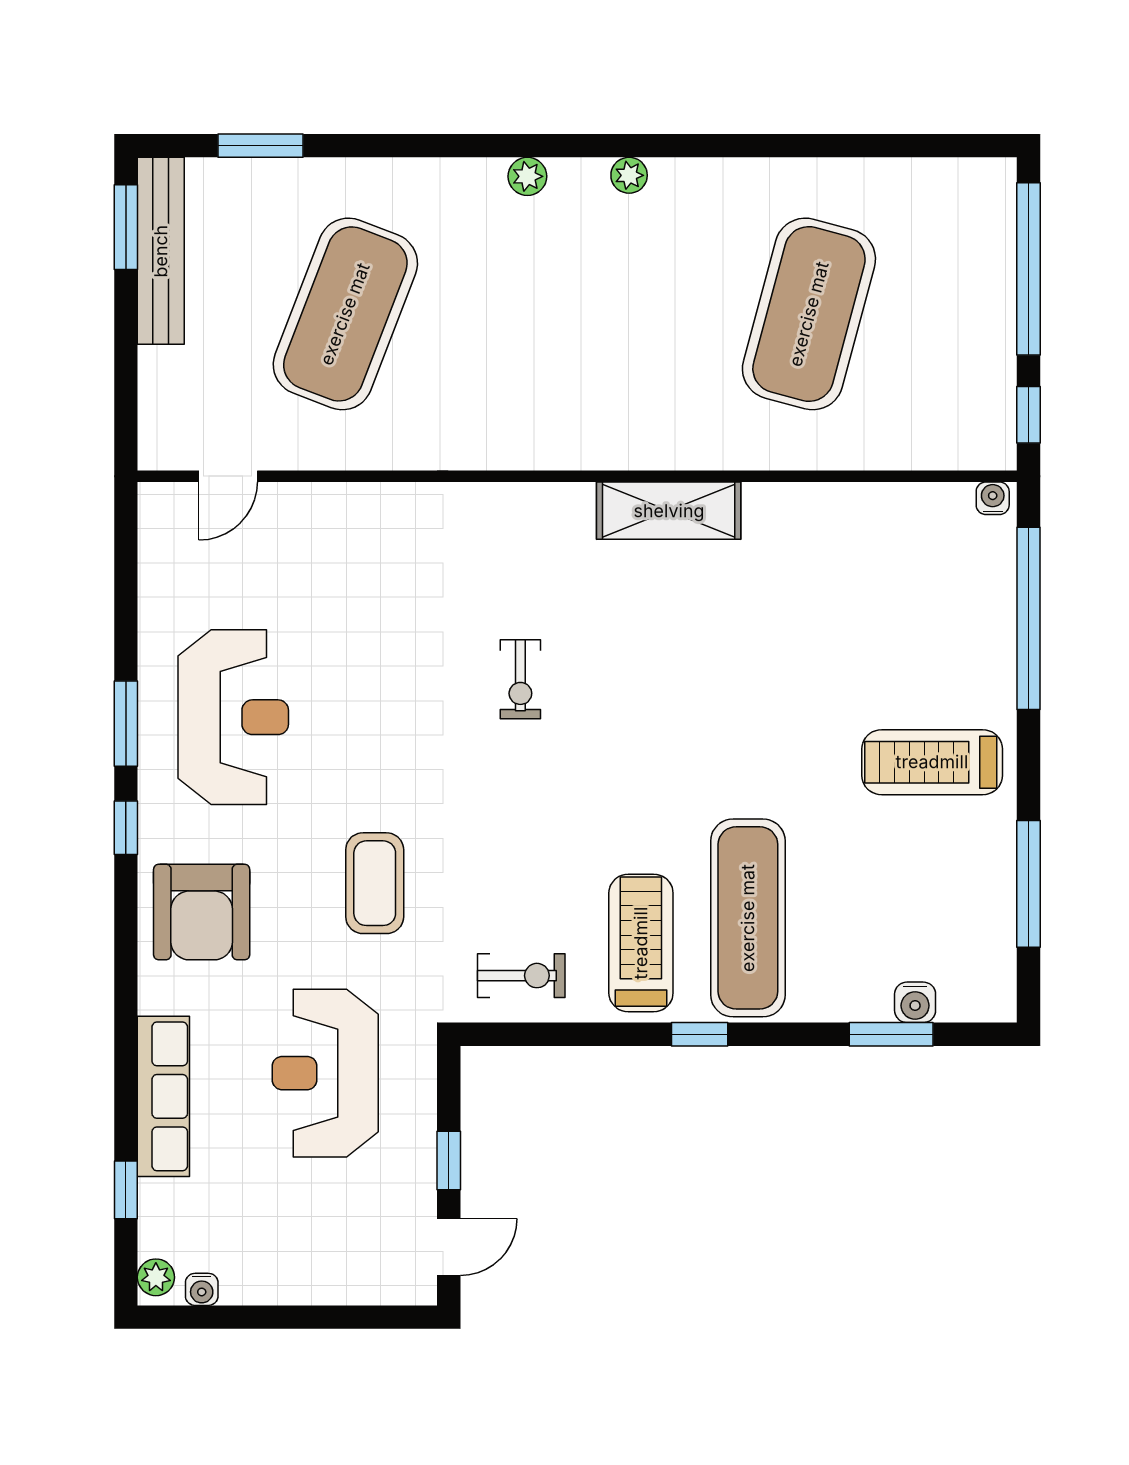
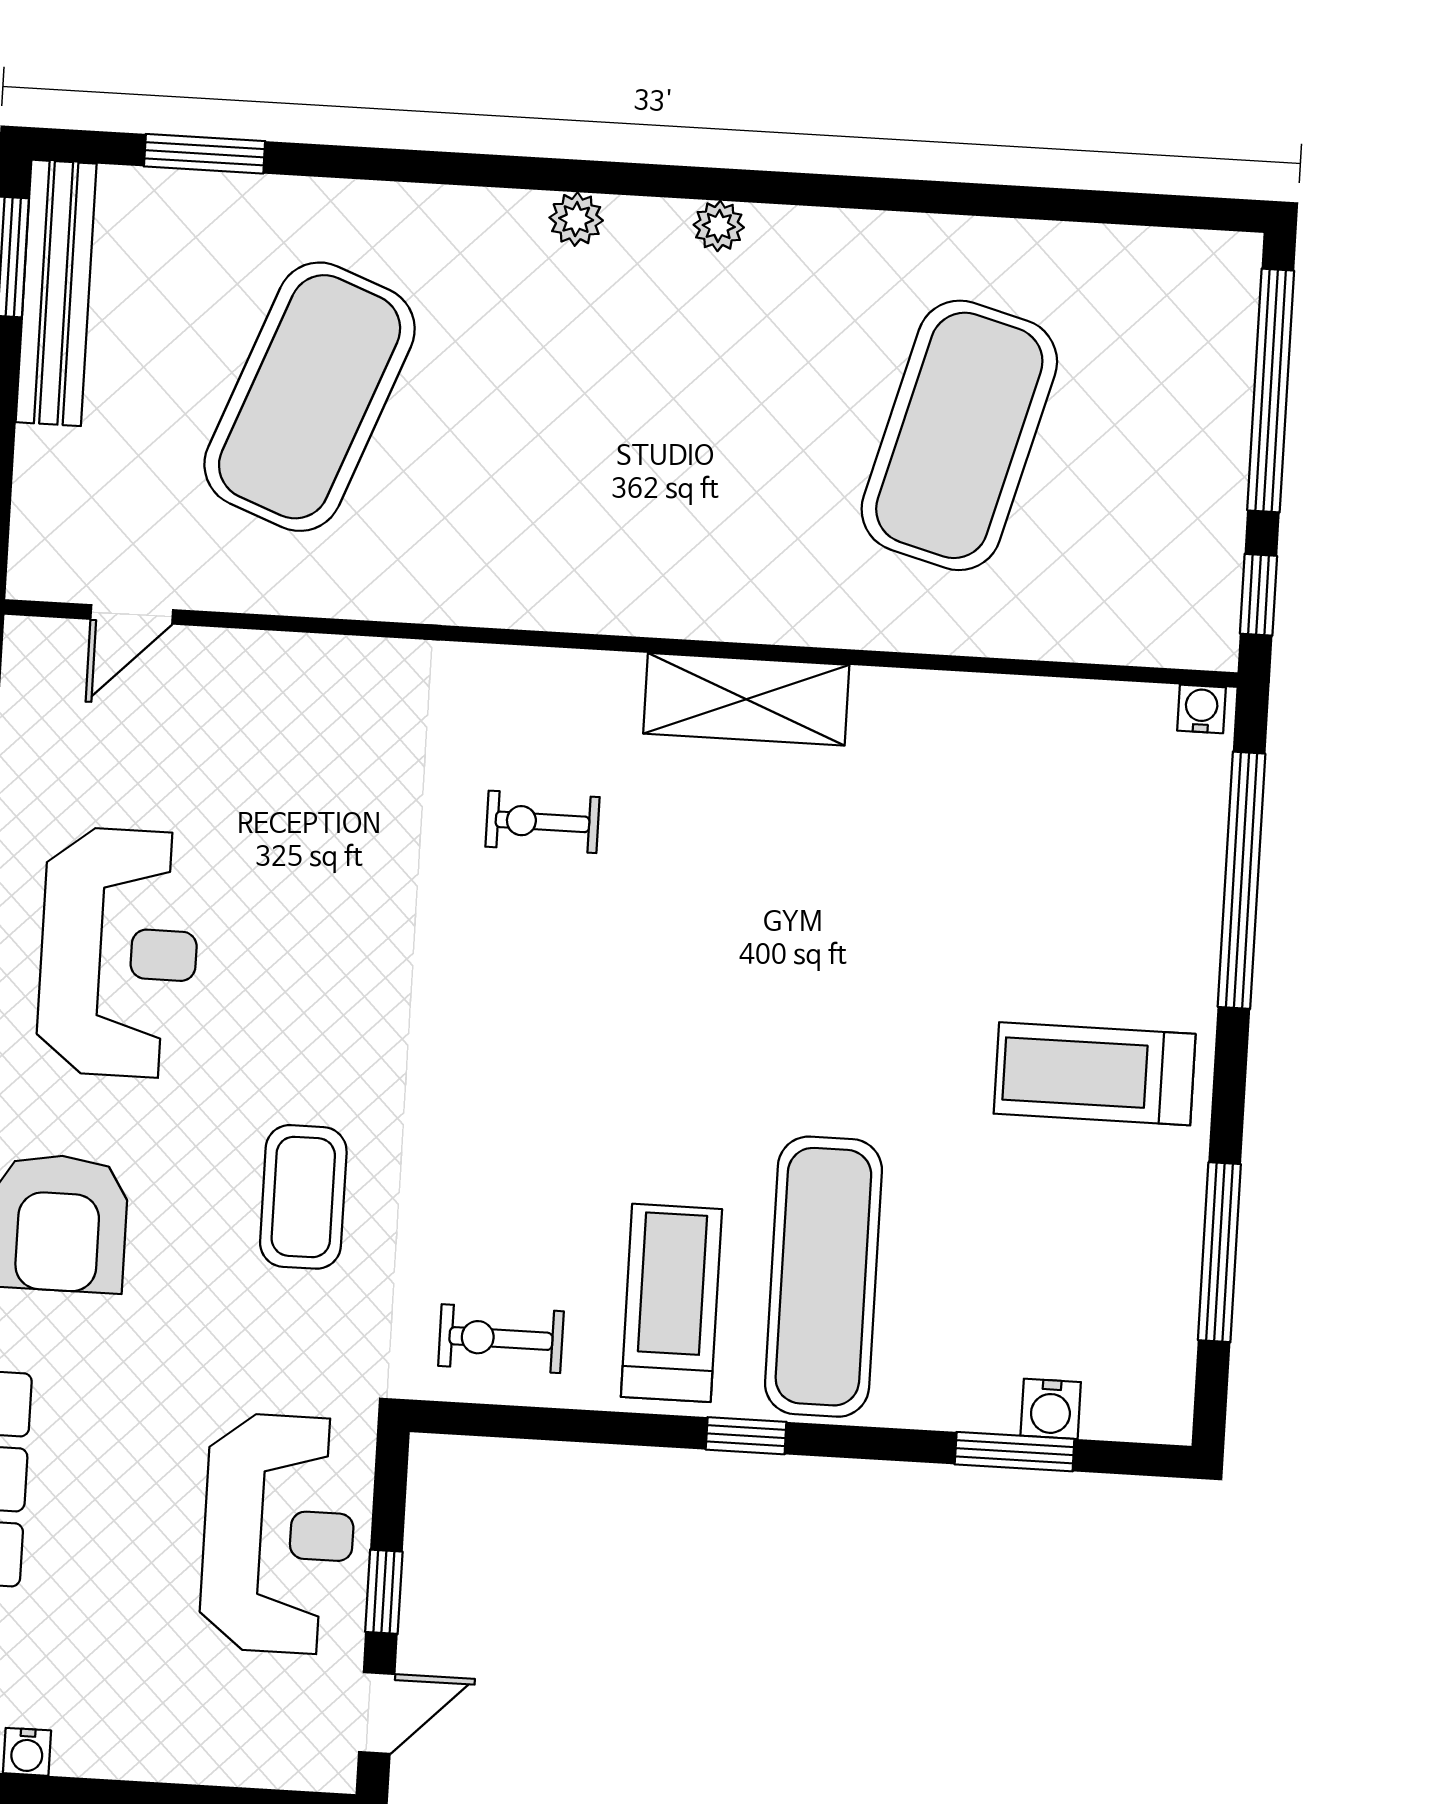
exercise bike: (520, 679) -> (542, 822), moved, turned 90
exercise bike: (521, 976) -> (501, 1339), turned 180
reception desk: (325, 1073) -> (279, 1534), moved, turned 180

